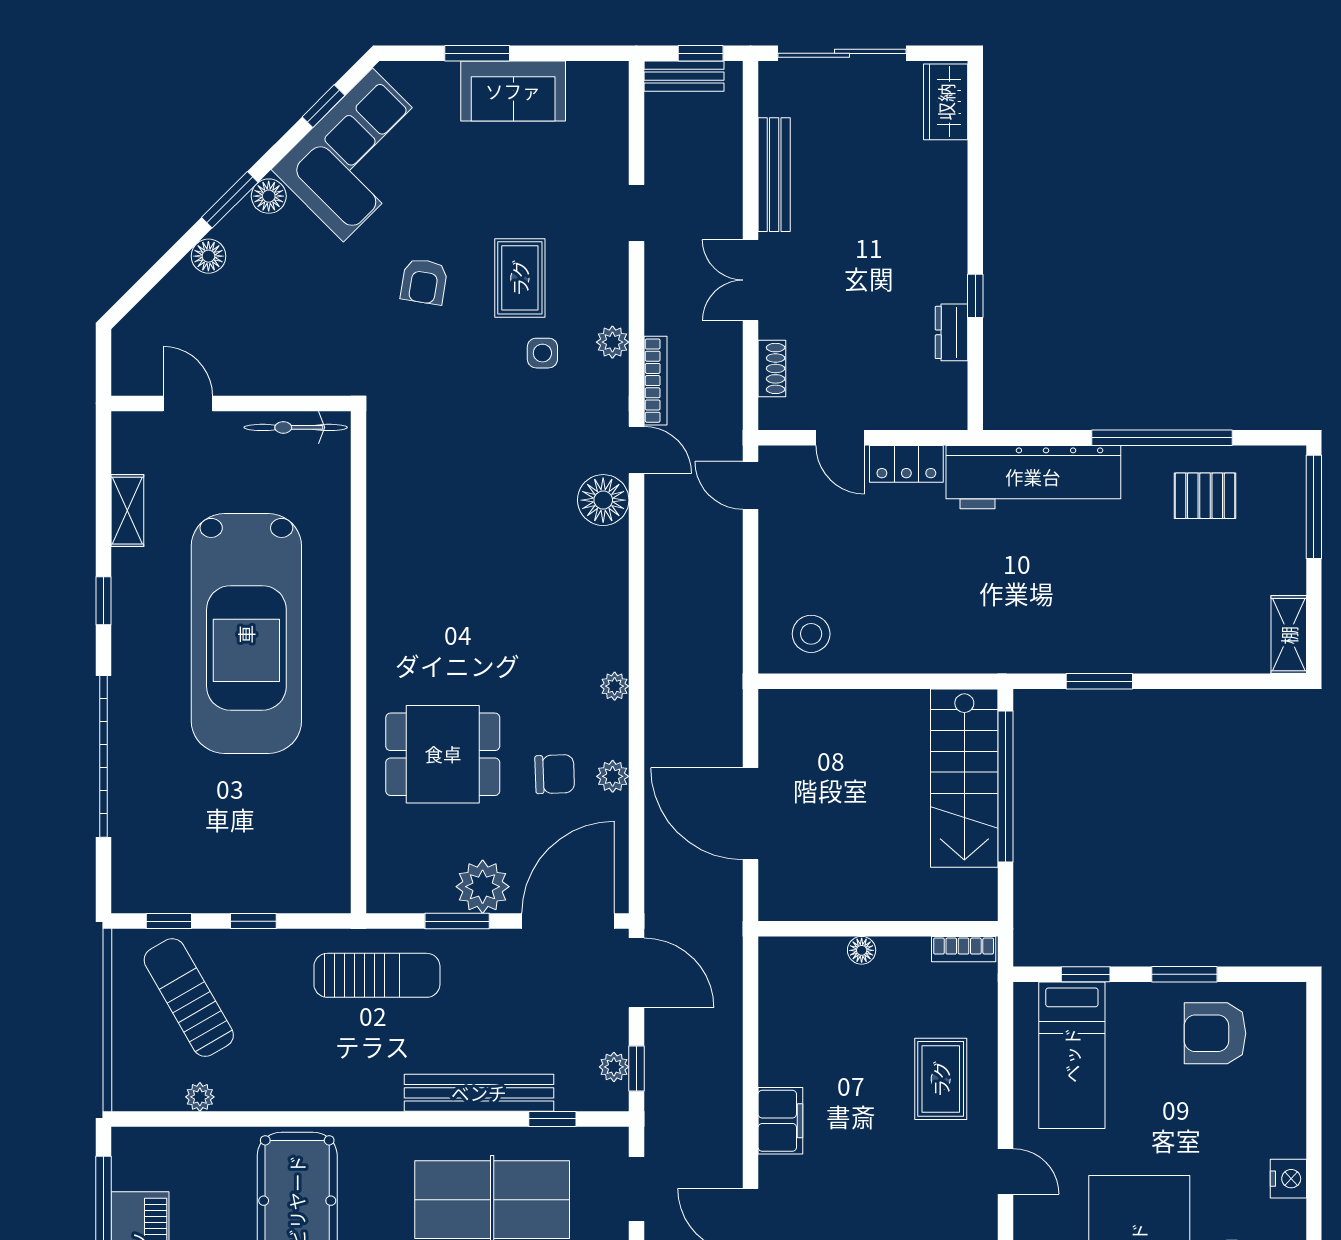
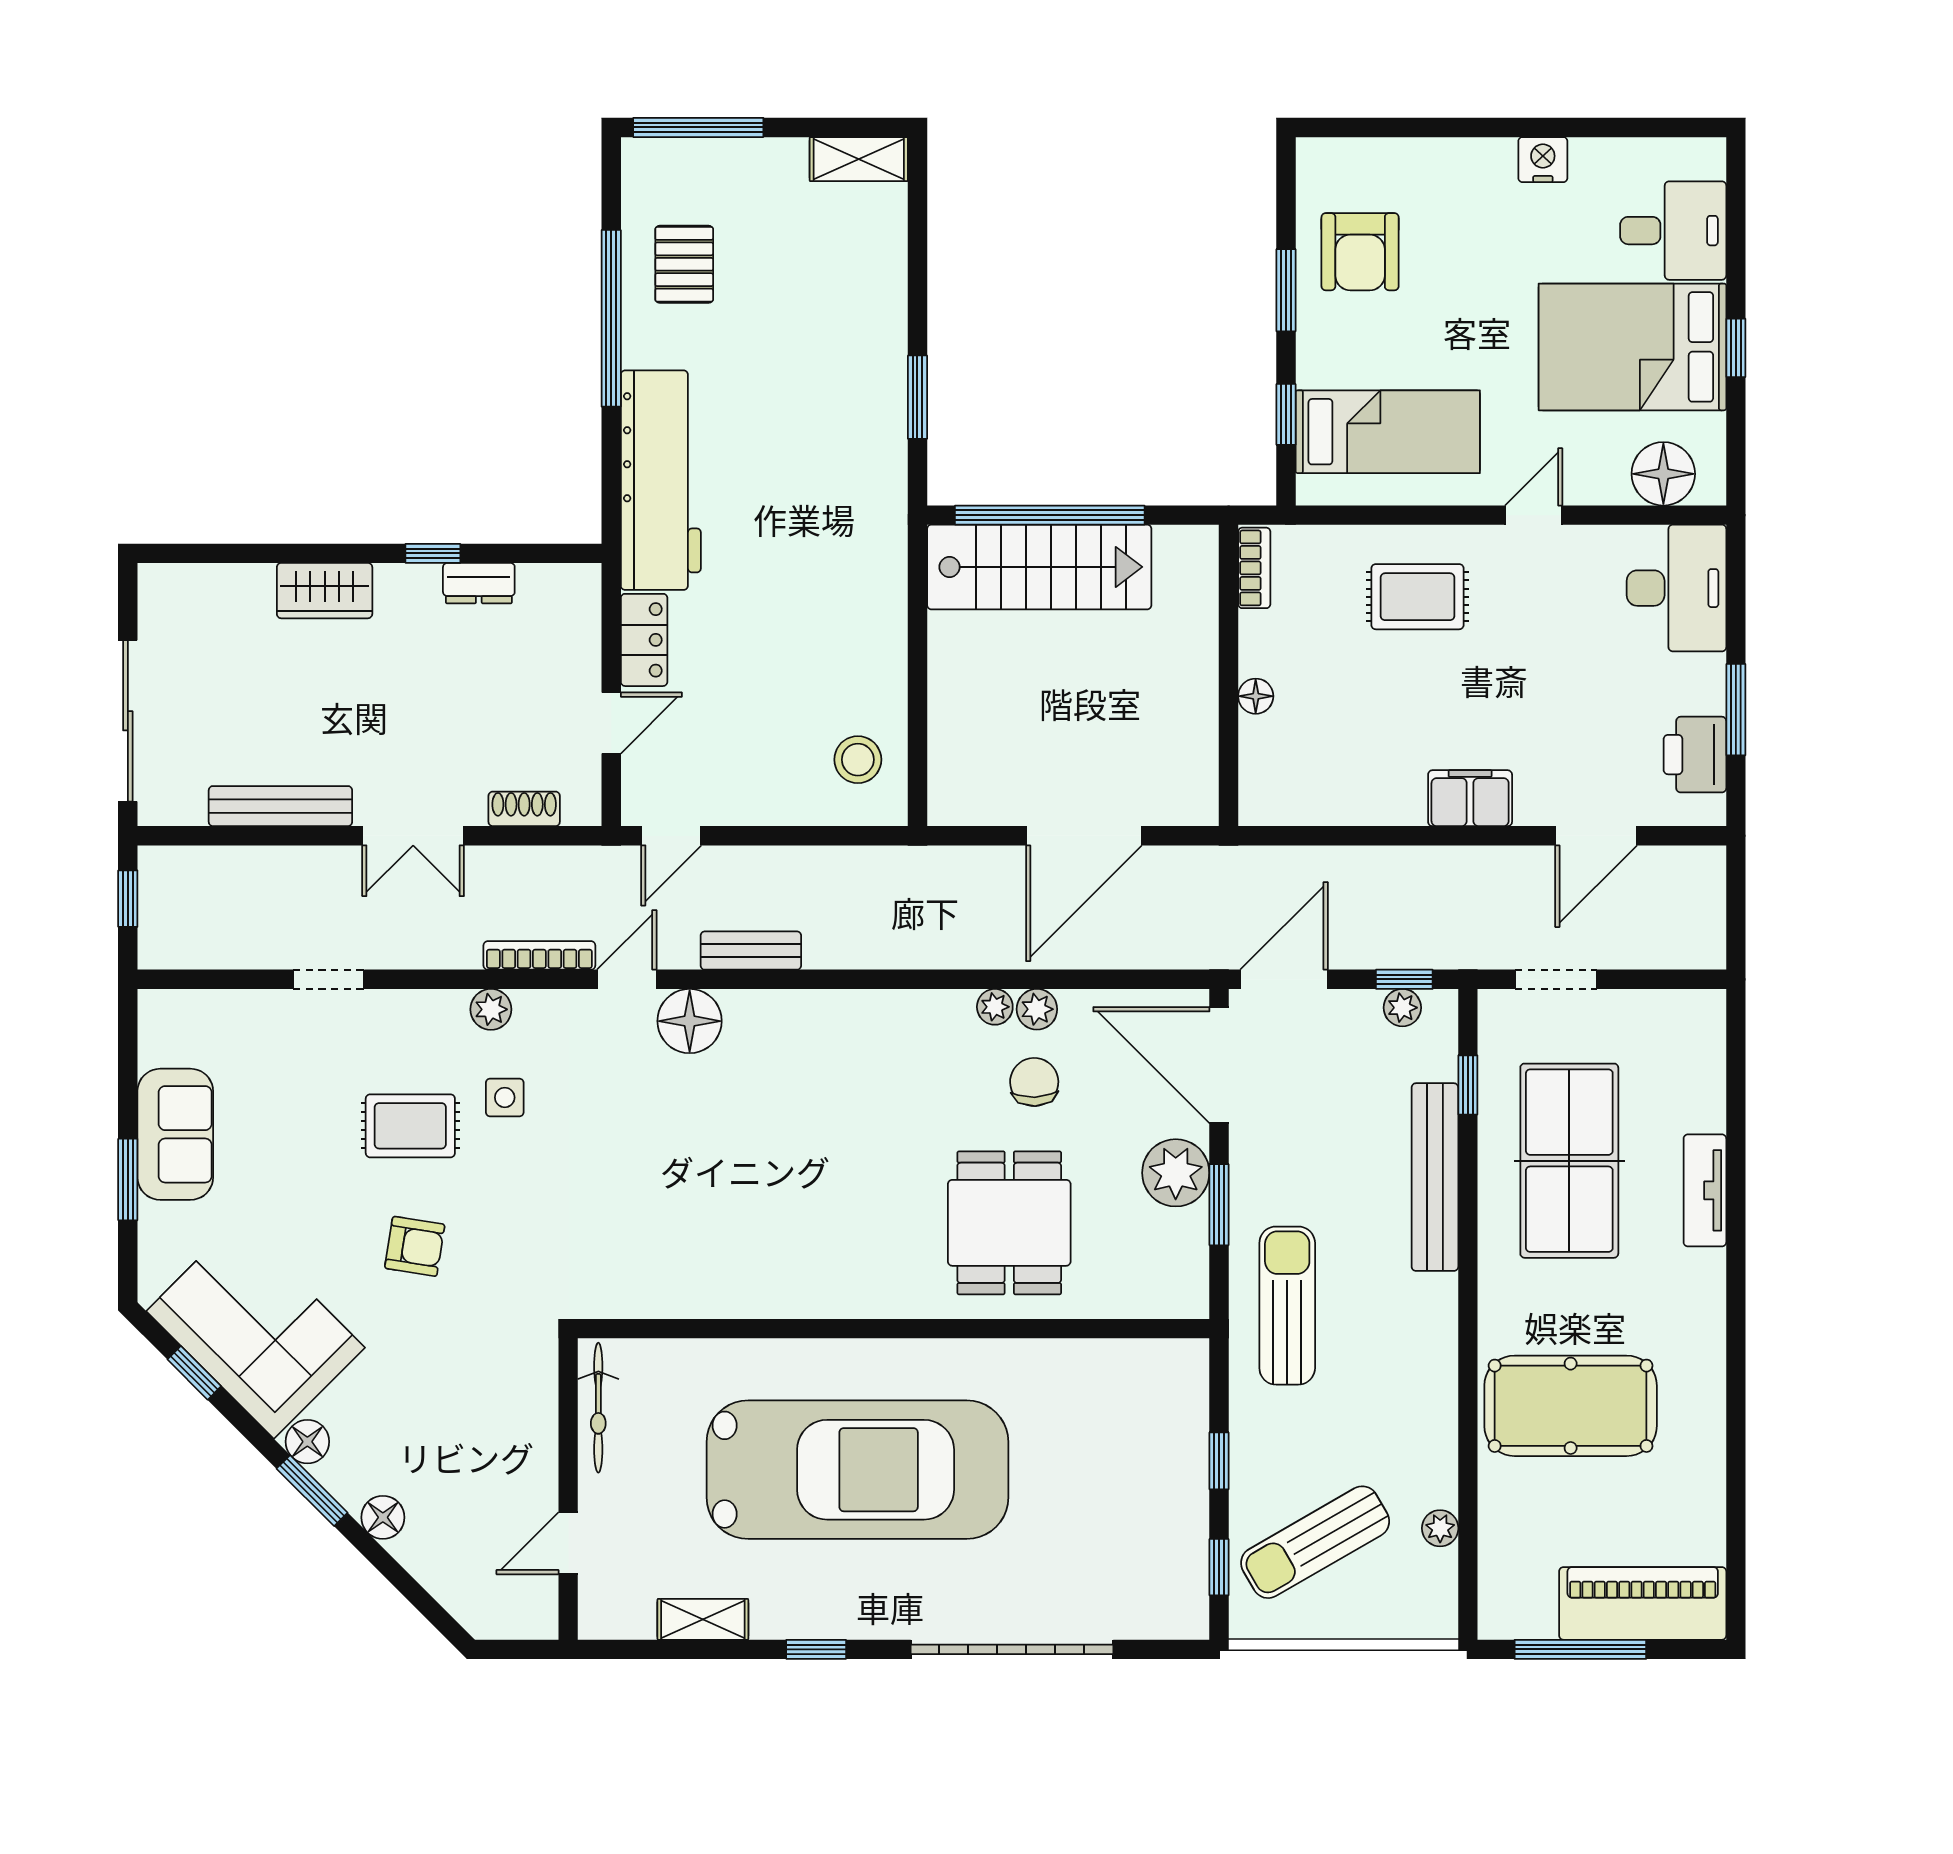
bench: (684, 76) -> (751, 951), moved, turned 90
wardrobe: (946, 102) -> (325, 591), moved
plant: (615, 686) -> (995, 1007), moved

